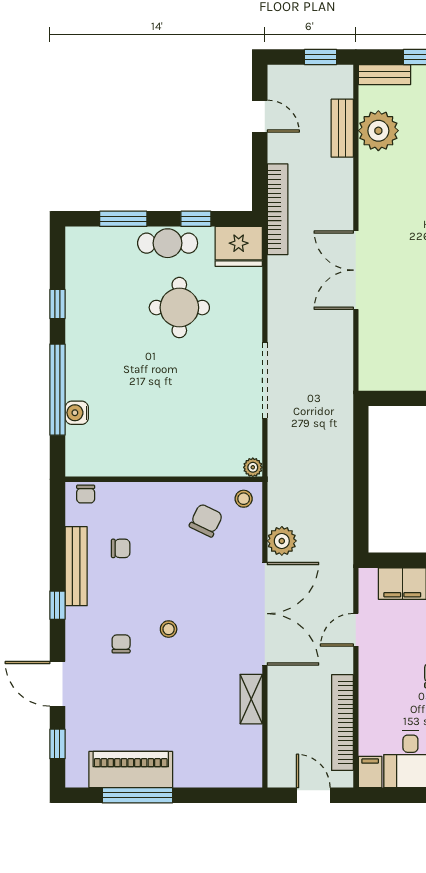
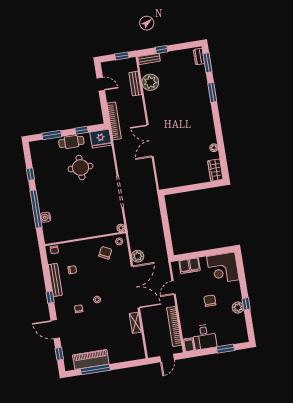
door: (313, 795) -> (167, 358), swing flipped

